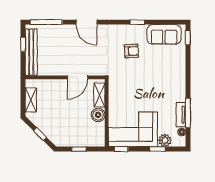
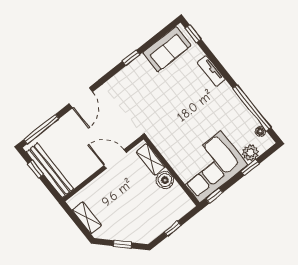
door: (86, 22) -> (81, 98), hinge flipped
armchair: (131, 51) -> (148, 91), removed
door: (77, 77) -> (115, 159), swing flipped
window: (188, 113) -> (252, 108), width x1.46
tv unit: (181, 115) -> (211, 71), moved

